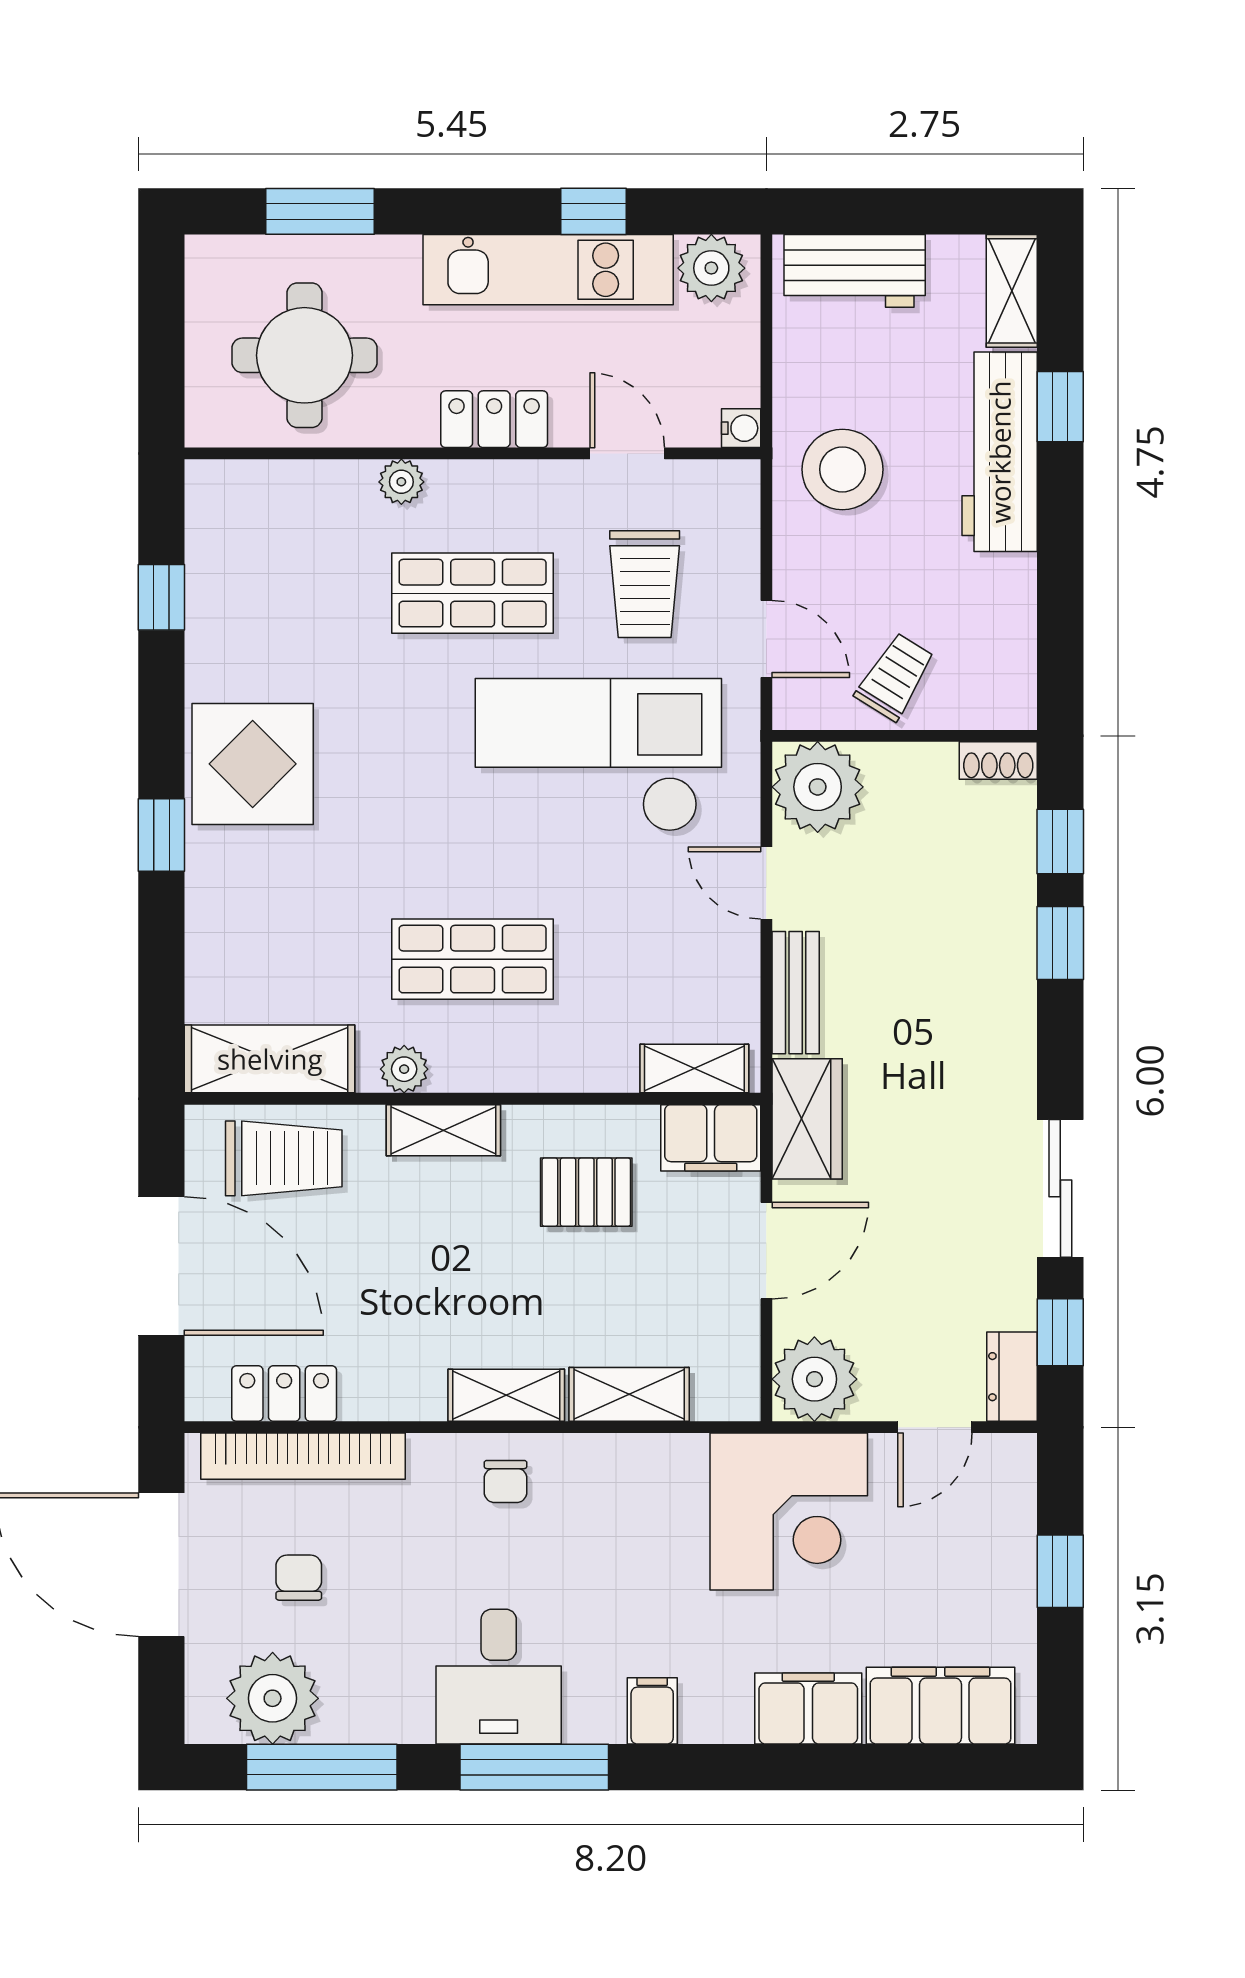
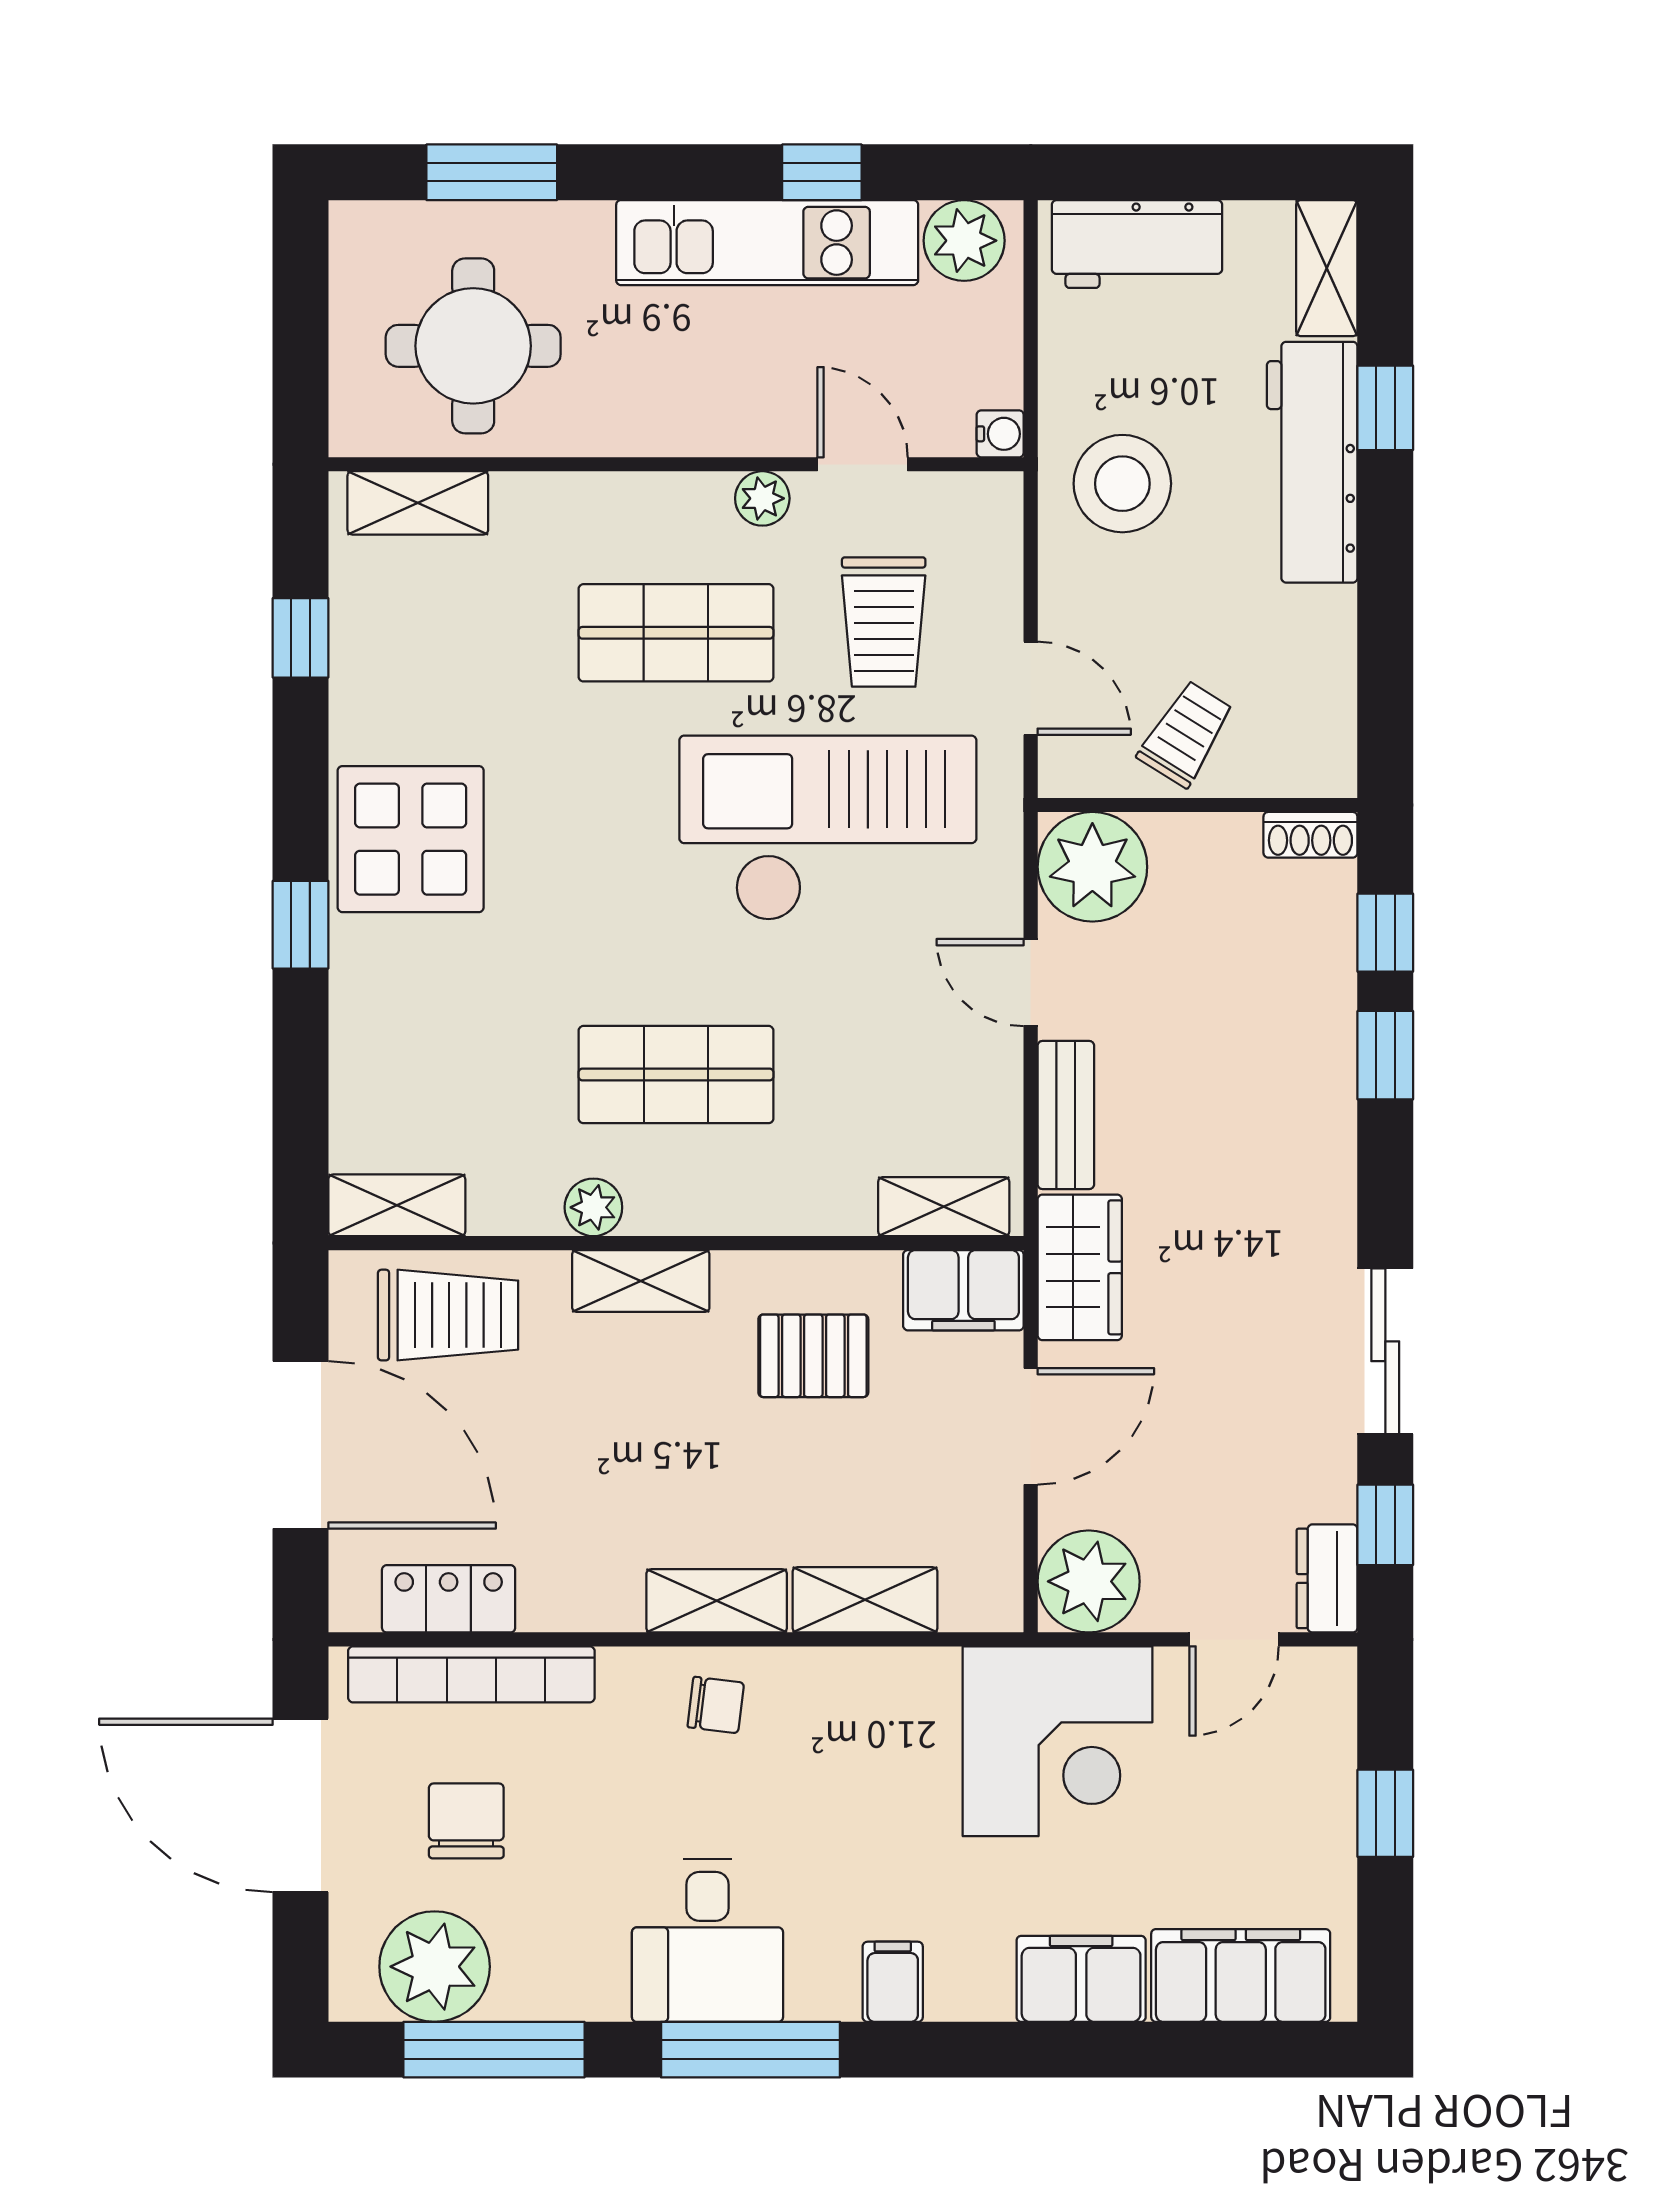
locker: (494, 419) -> (702, 423), removed
plant: (401, 482) -> (762, 498), moved
shelving: (259, 485) -> (418, 503), added
shelving: (270, 1059) -> (397, 1205), width x0.67, depth x0.75
chair: (506, 1481) -> (716, 1705), turned -83
chair: (299, 1578) -> (466, 1821), width x1.37, depth x1.37

